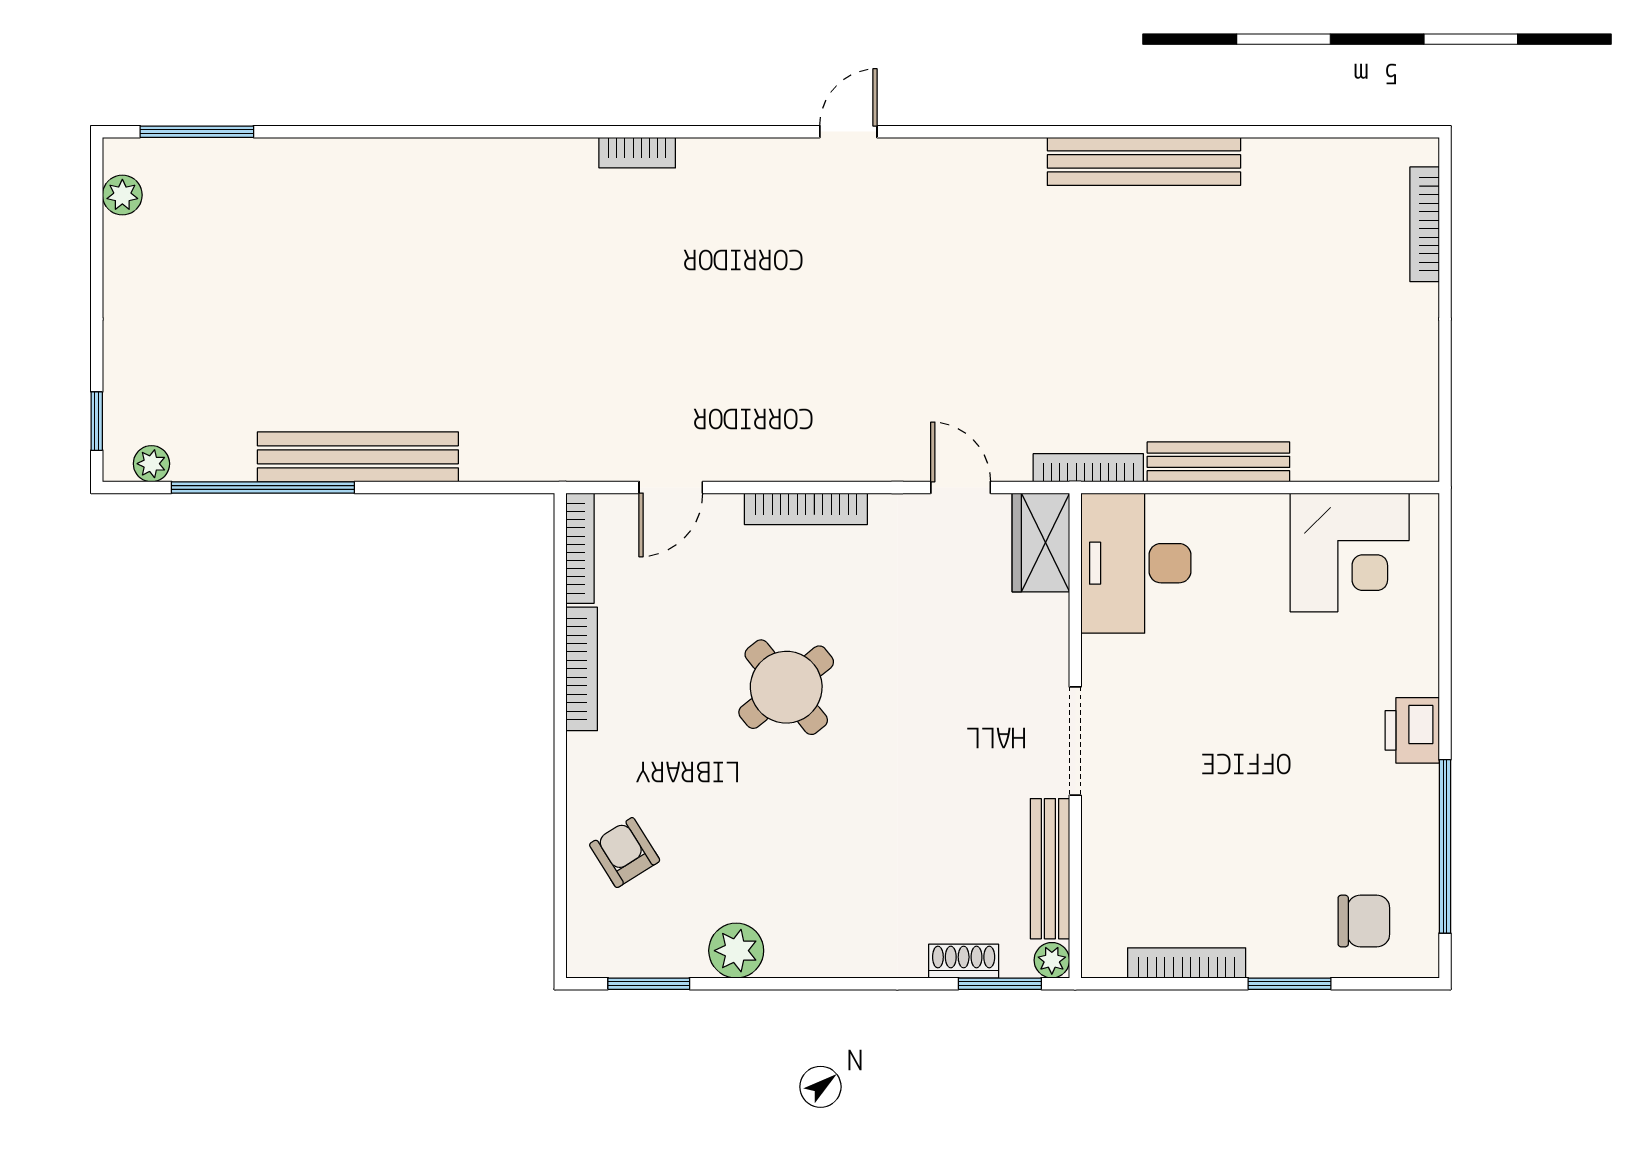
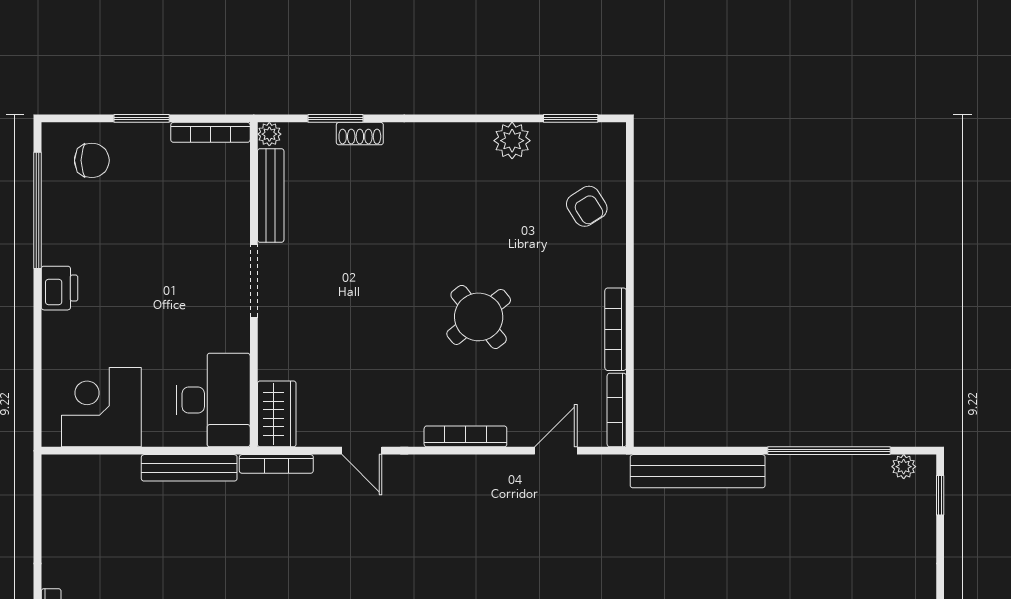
bench: (358, 457) -> (698, 471), moved
wardrobe: (1041, 543) -> (277, 414), moved
desk: (1136, 563) -> (213, 400), moved
wall: (1075, 736) -> (254, 285), moved
doorway: (1075, 741) -> (254, 281), moved
bench: (1050, 869) -> (271, 195), moved
chair: (1364, 921) -> (92, 160), turned 180
plant: (1052, 960) -> (269, 134), moved

